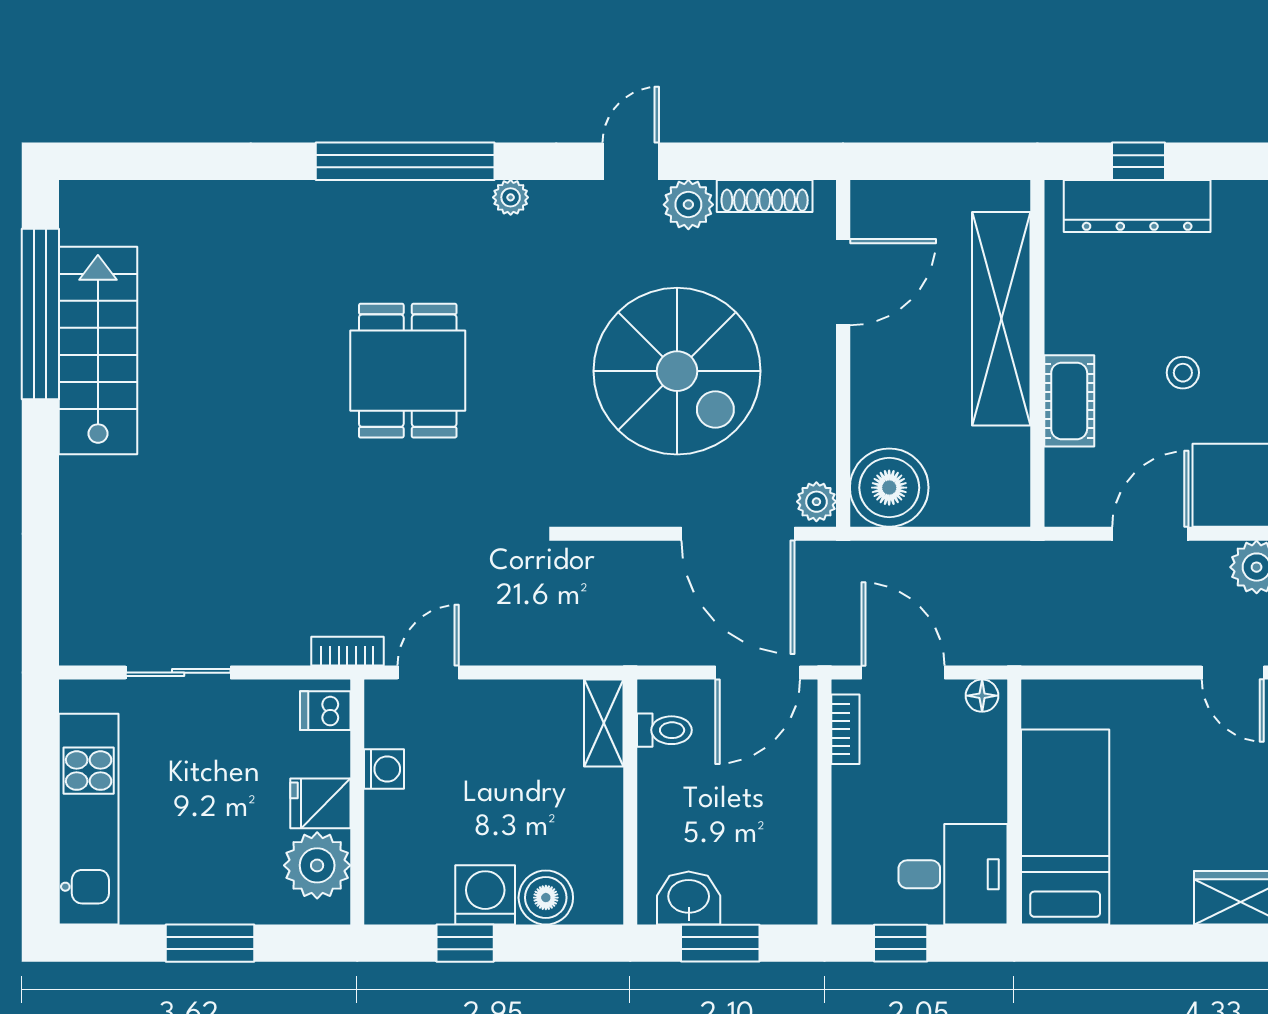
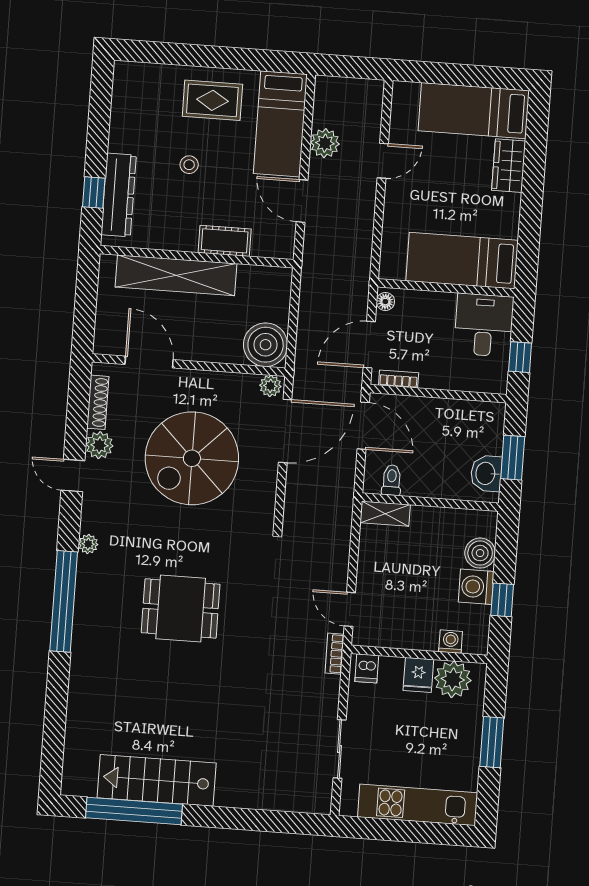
spiral stairs: (677, 371) -> (192, 458), turned 180
stool: (1183, 373) -> (189, 165), moved
washing machine: (384, 769) -> (451, 642), moved

